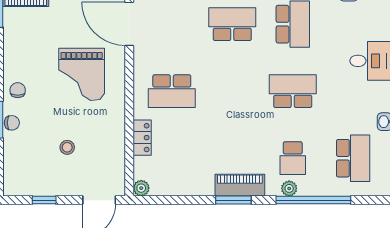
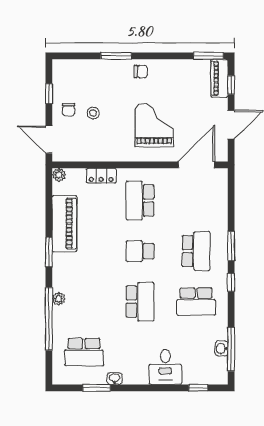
grand piano: (82, 74) -> (154, 125), turned 90
chair: (12, 123) -> (68, 110), moved
school desk: (293, 158) -> (140, 251), moved
piano: (240, 185) -> (64, 224), moved, width x1.37, depth x1.33

